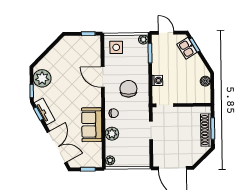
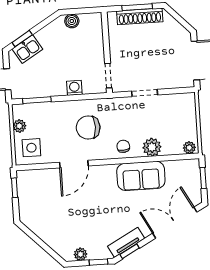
plant: (143, 39) -> (19, 126), moved
plant: (42, 78) -> (80, 254), width x0.53, depth x0.53

